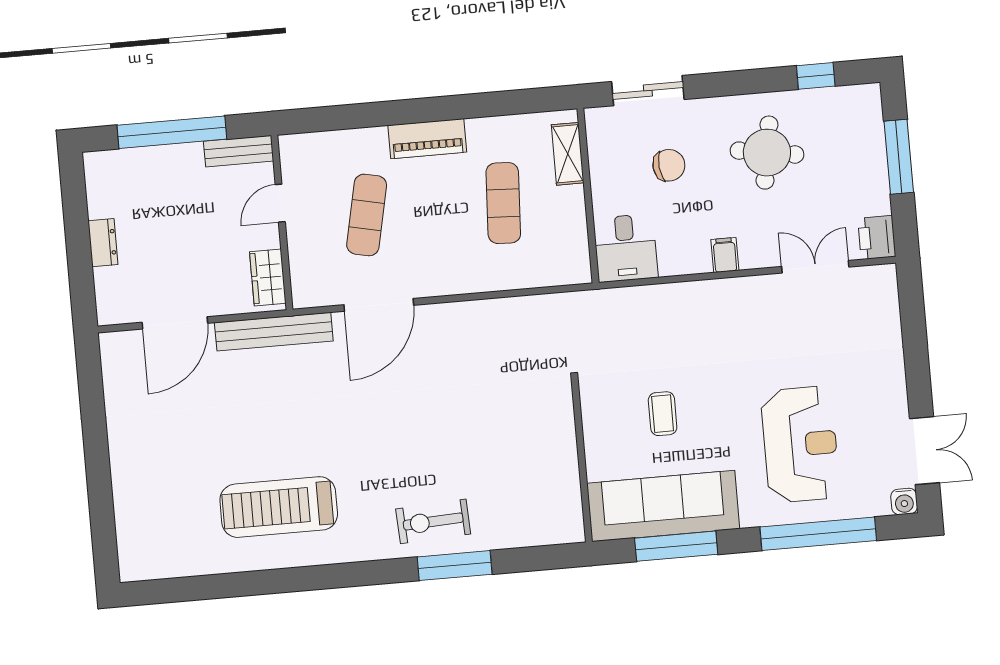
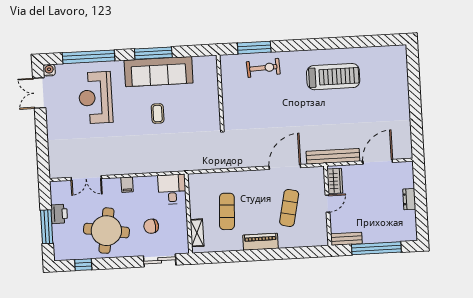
round table: (767, 153) -> (106, 231), width x1.36, depth x1.36
door: (280, 203) -> (328, 204), moved
printer: (877, 237) -> (59, 214), moved
wall: (582, 460) -> (220, 92), moved

